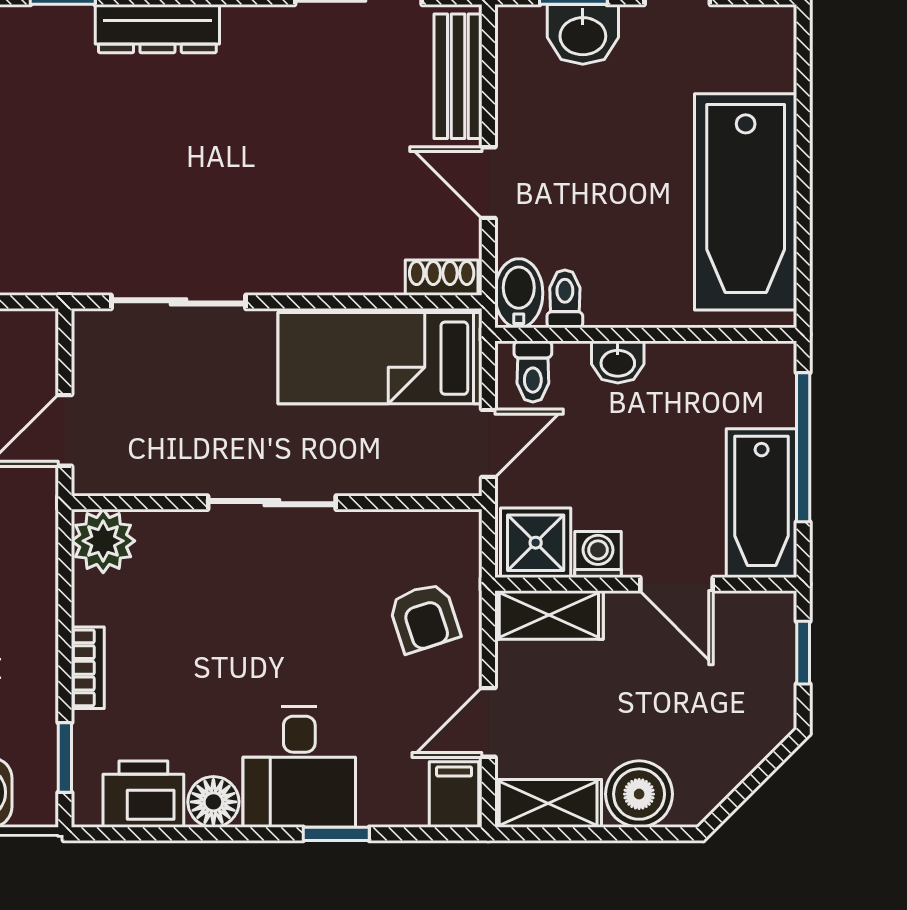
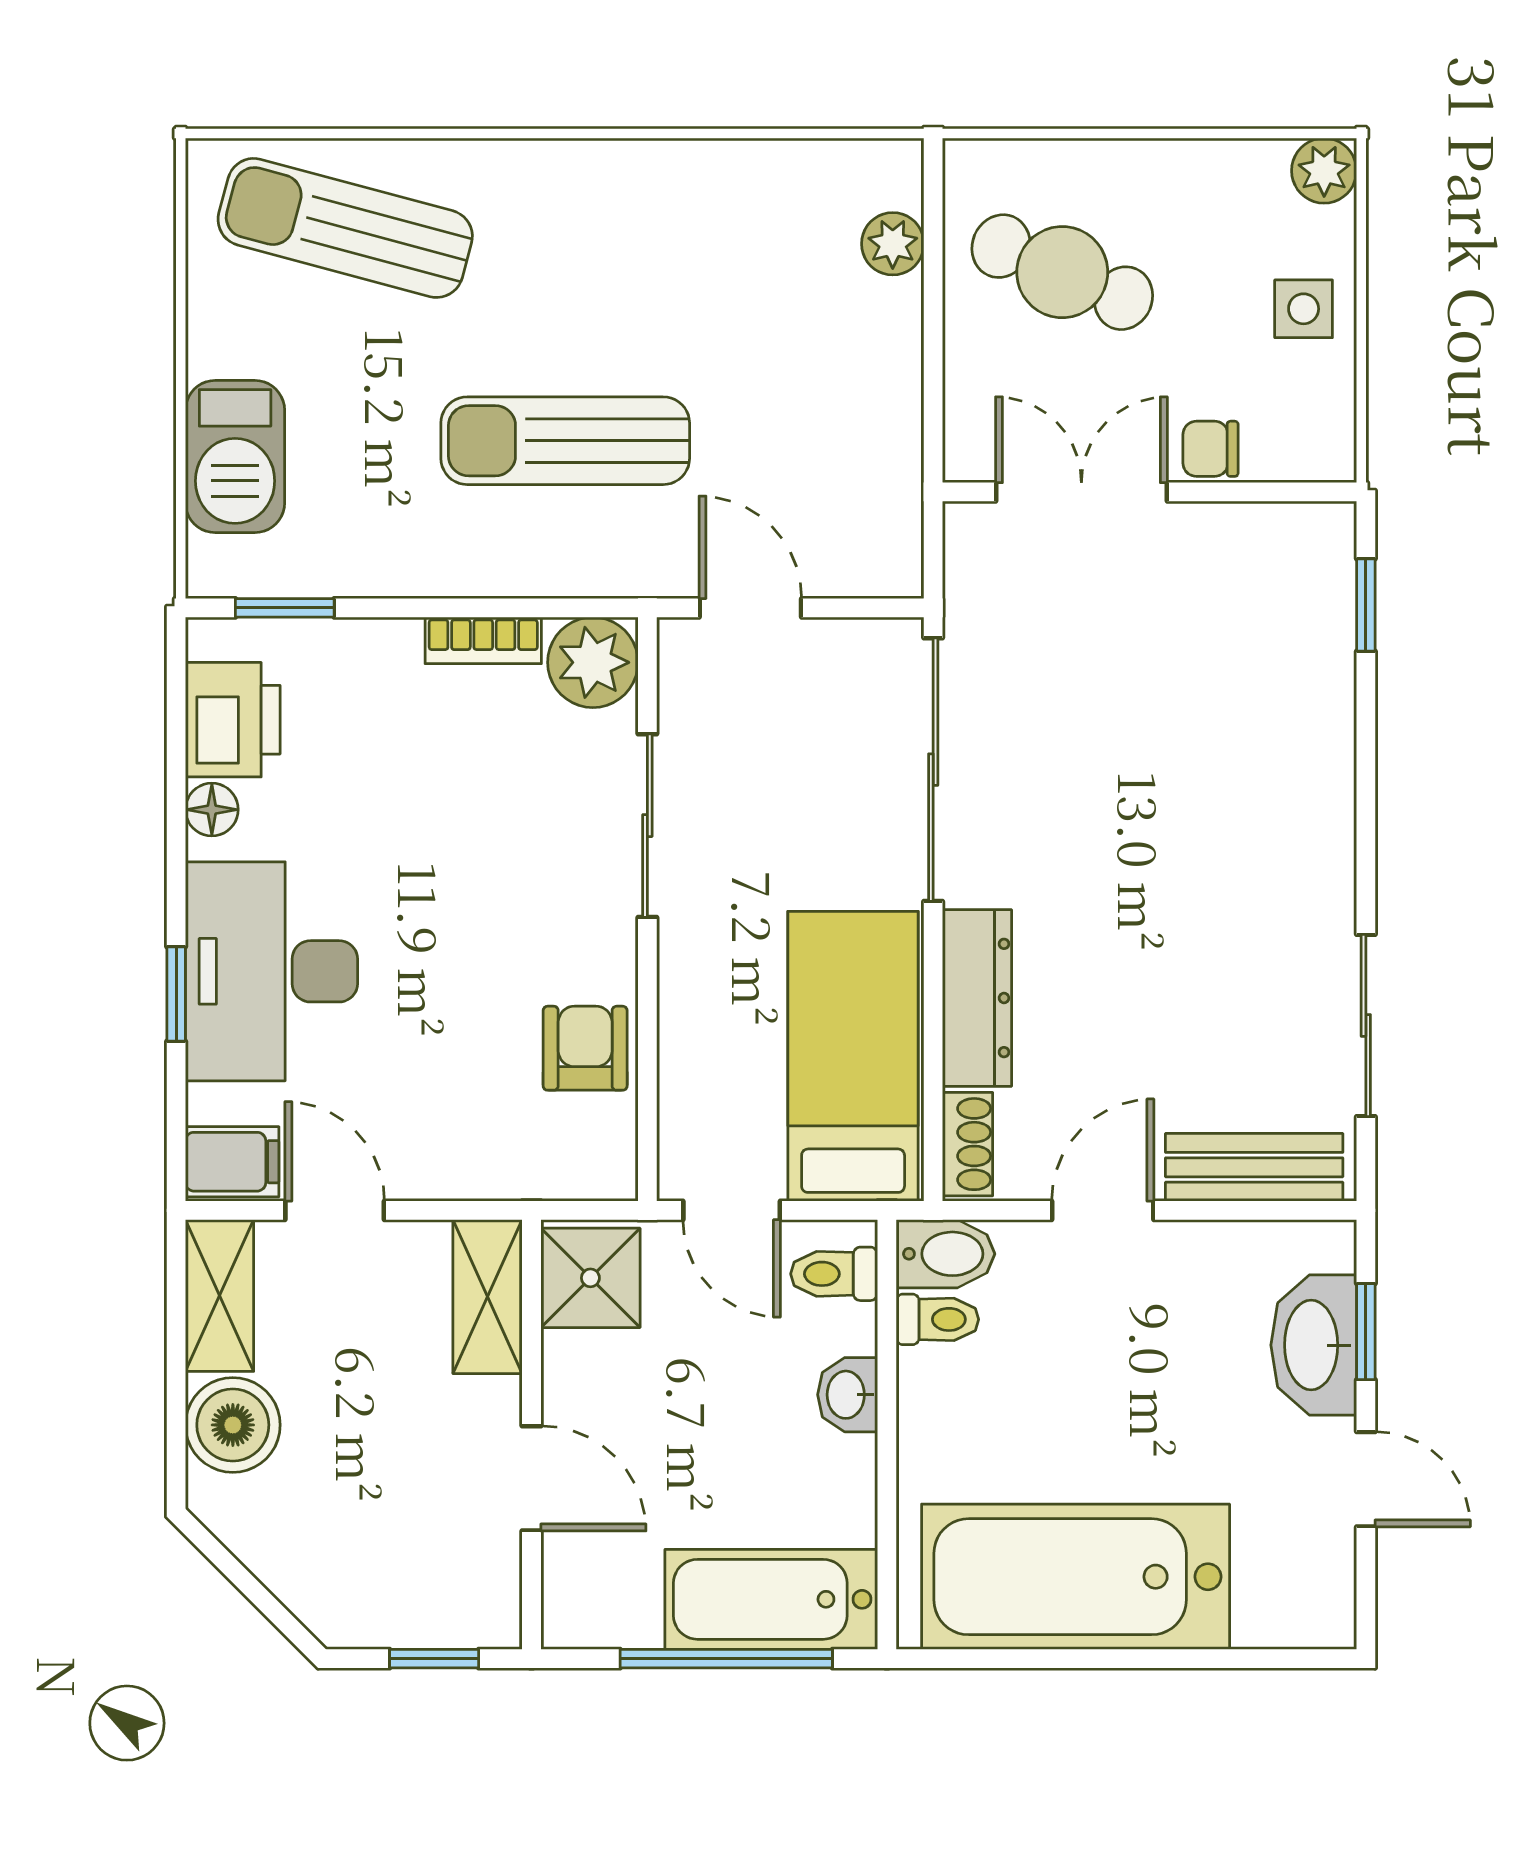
dresser: (157, 29) -> (977, 998), moved, turned 180
washbasin: (583, 34) -> (1314, 1345), width x1.38
sliding door: (178, 302) -> (933, 770), width x1.37
sliding door: (272, 503) -> (647, 826), moved
bathtub: (762, 503) -> (771, 1599), moved
washing machine: (598, 555) -> (574, 1367), removed
door: (677, 584) -> (531, 1478), swing flipped
armchair: (424, 618) -> (585, 1048), moved, turned 108
bookcase: (88, 668) -> (483, 640), moved
desk: (299, 767) -> (271, 971), width x1.37
floor lamp: (213, 802) -> (212, 810), width x0.73, depth x0.73

